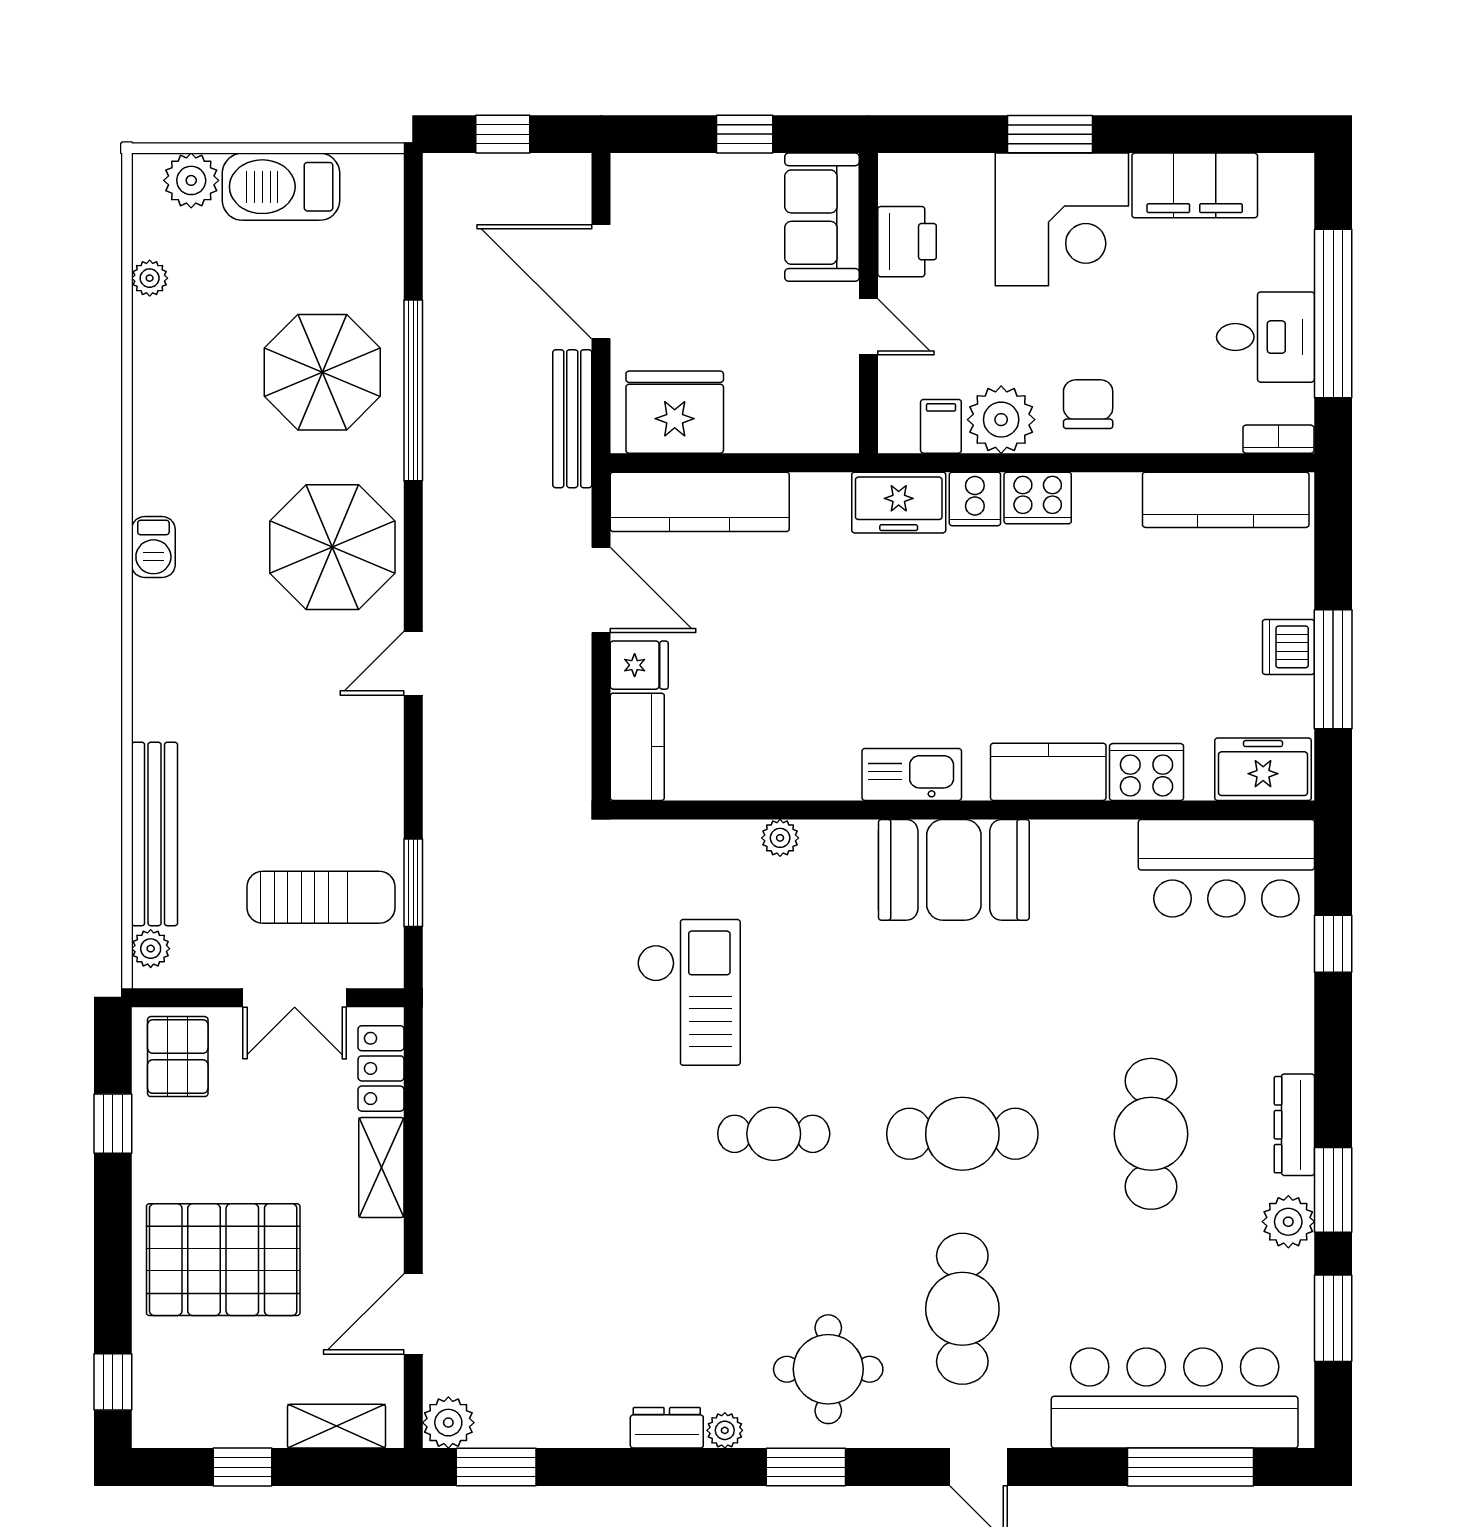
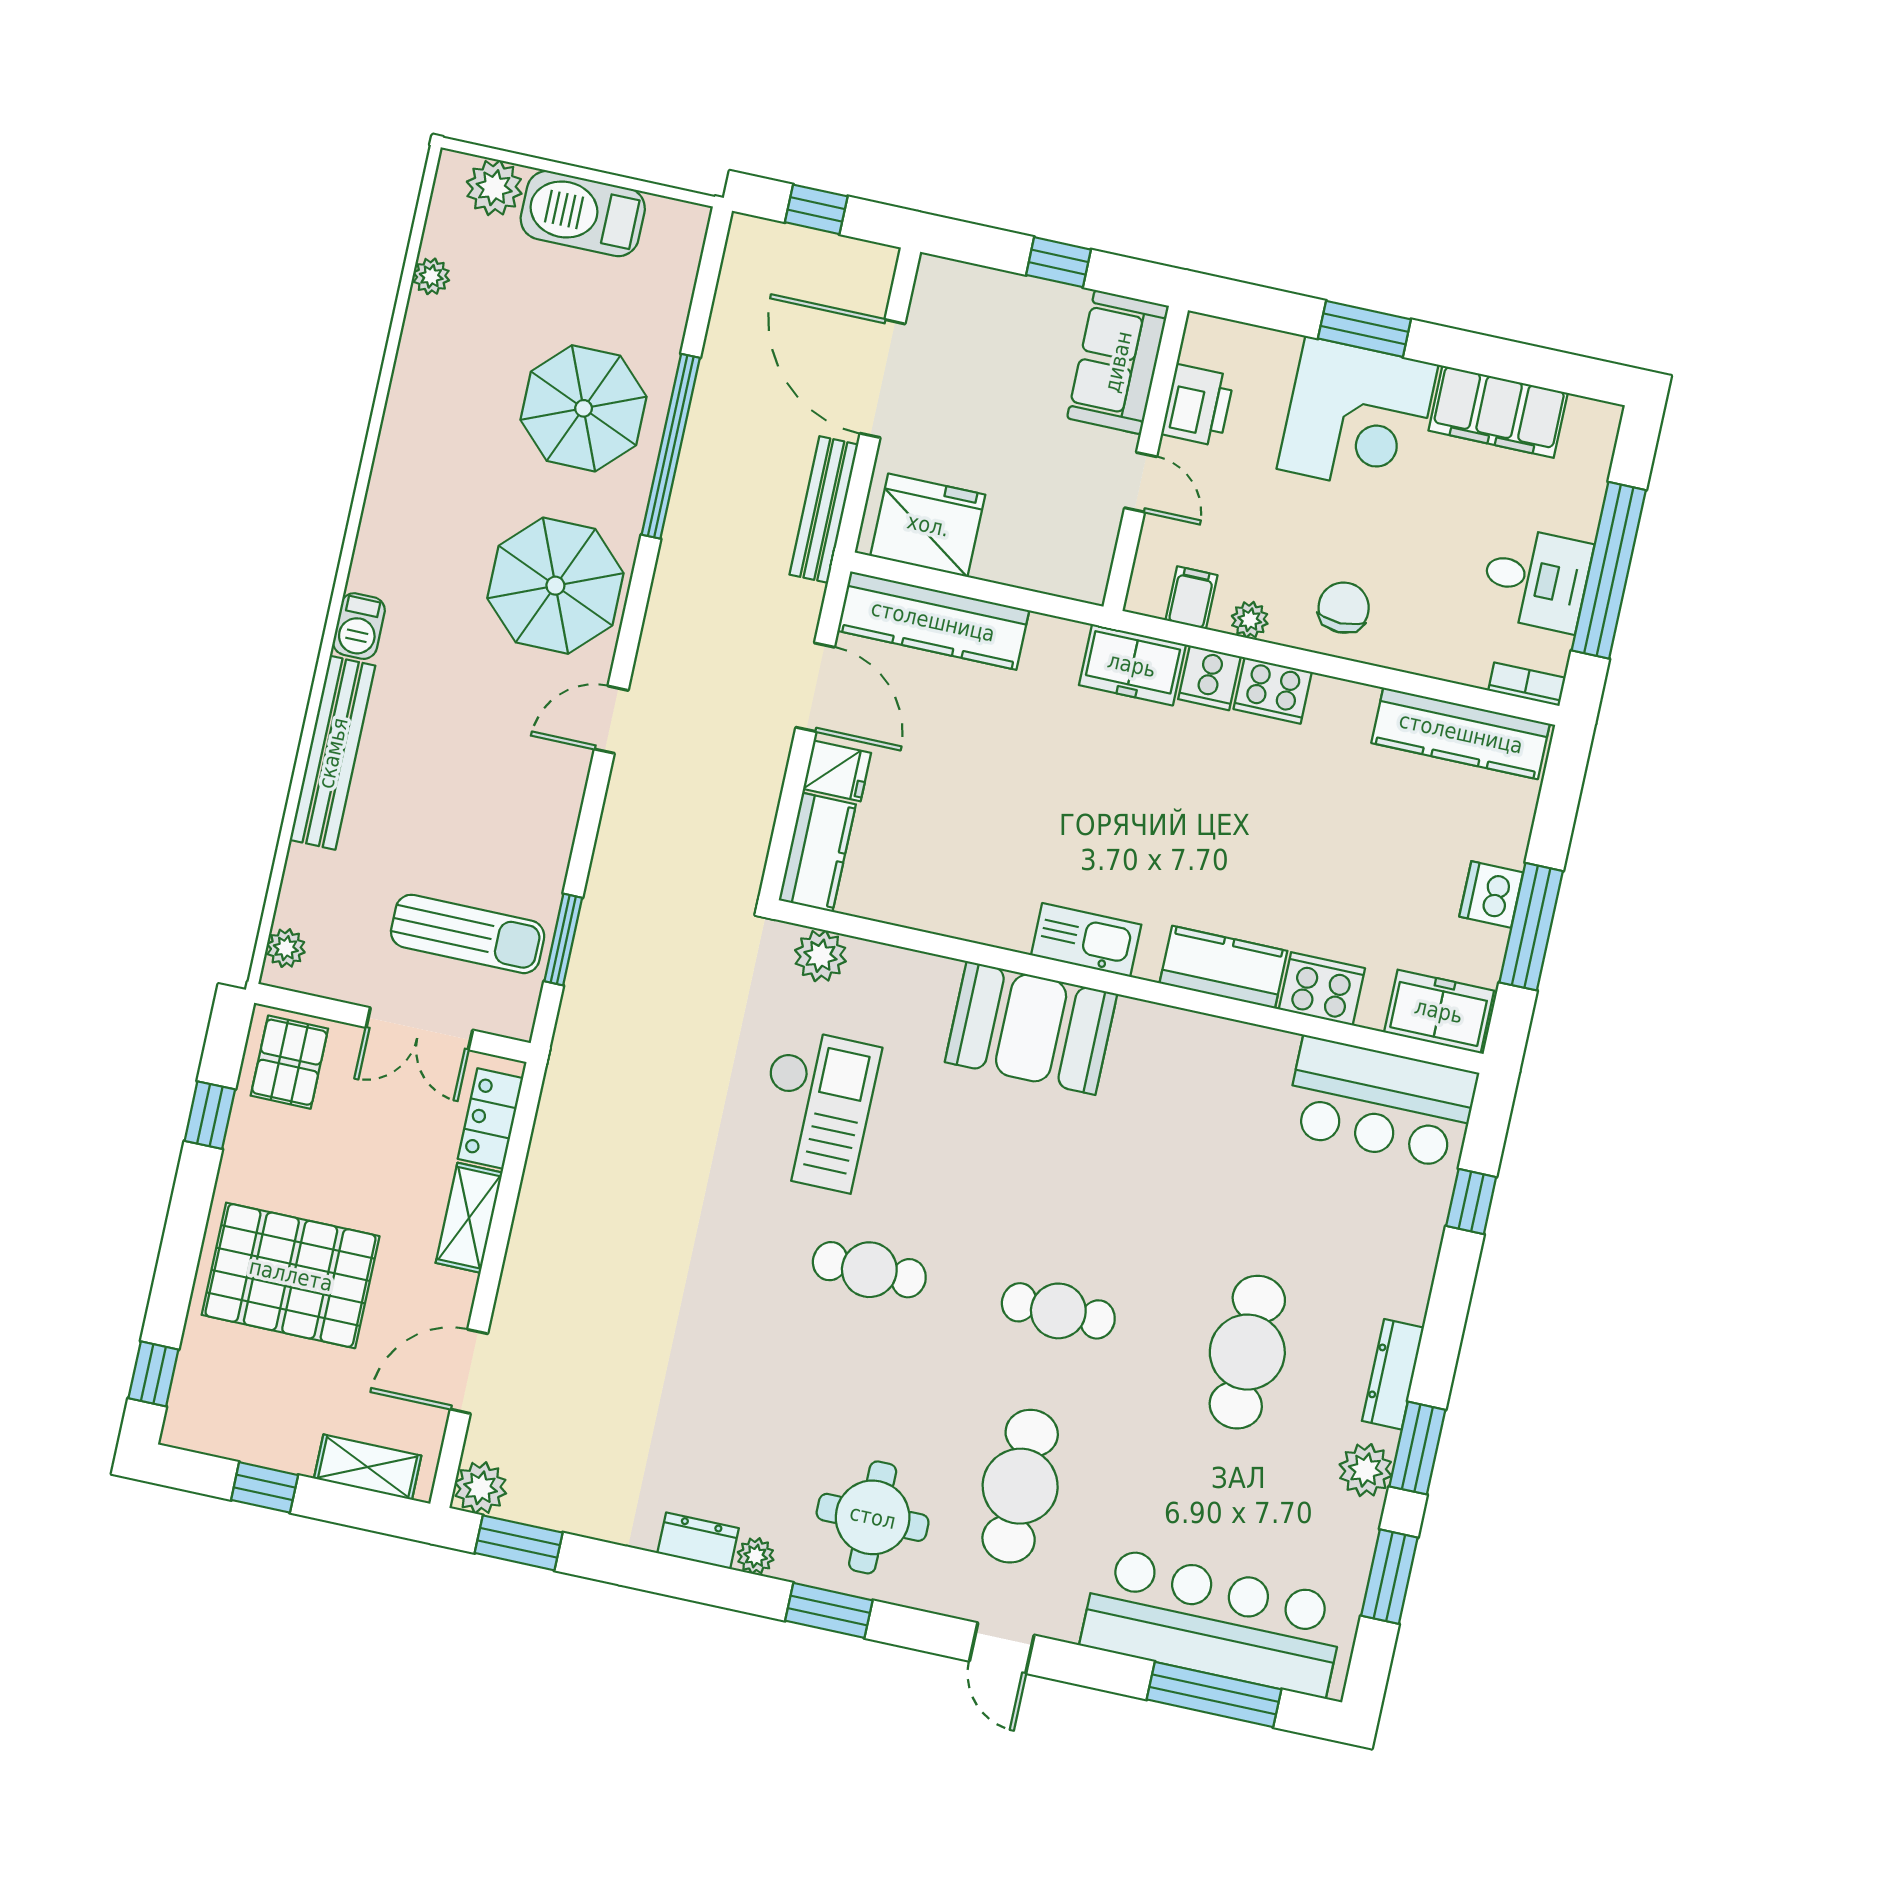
plant: (1001, 420) -> (1250, 620), width x0.53, depth x0.53
barbecue: (153, 547) -> (359, 626), moved
bench: (155, 834) -> (333, 753), moved
plant: (780, 838) -> (820, 956), moved, width x1.38, depth x1.38
booth: (954, 870) -> (1031, 1028), moved
cafe table: (962, 1134) -> (1058, 1311), width x0.73, depth x0.74

